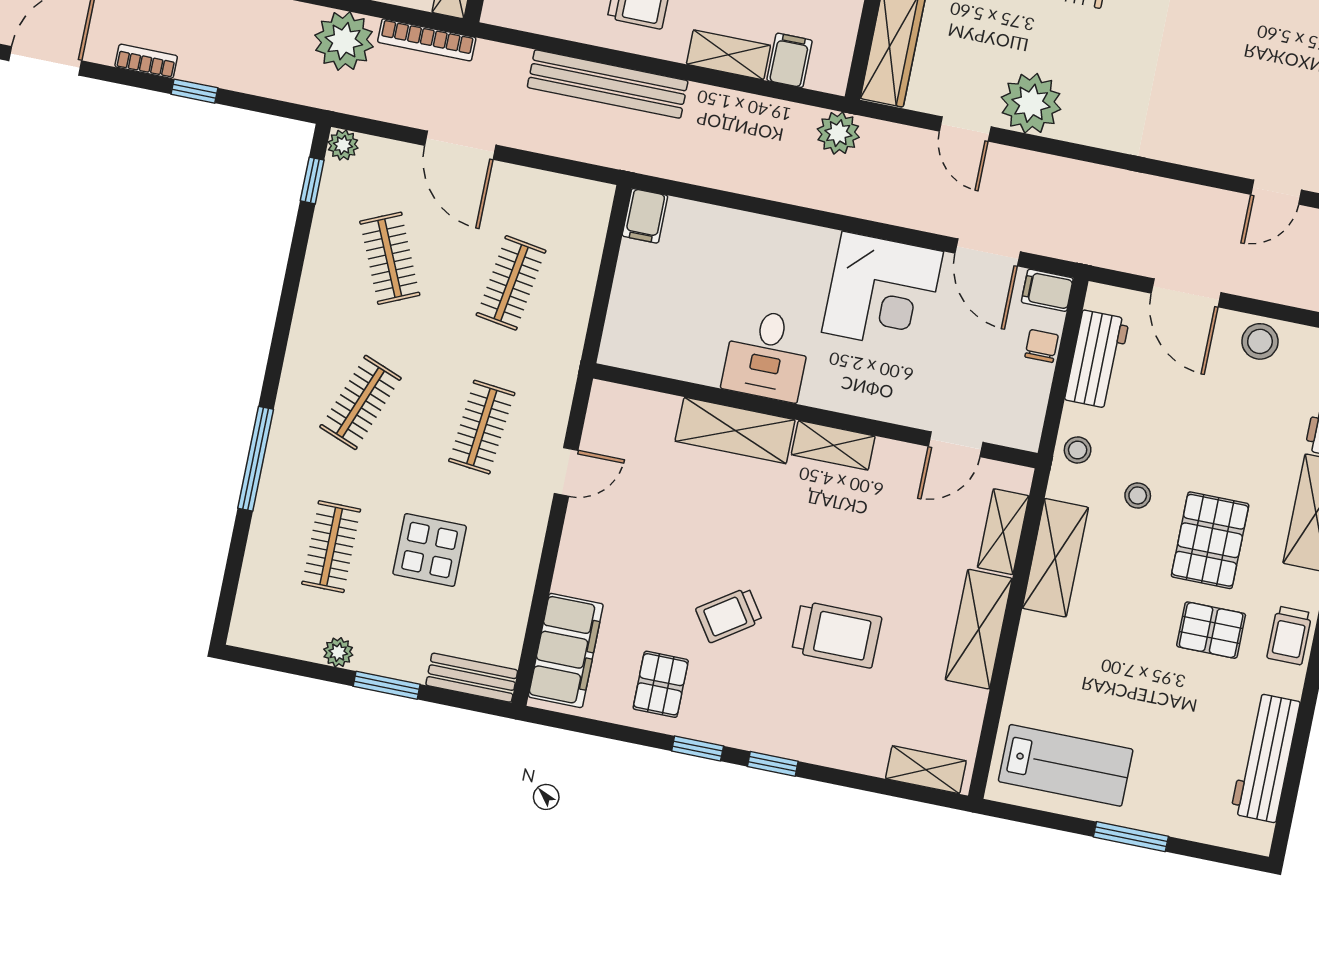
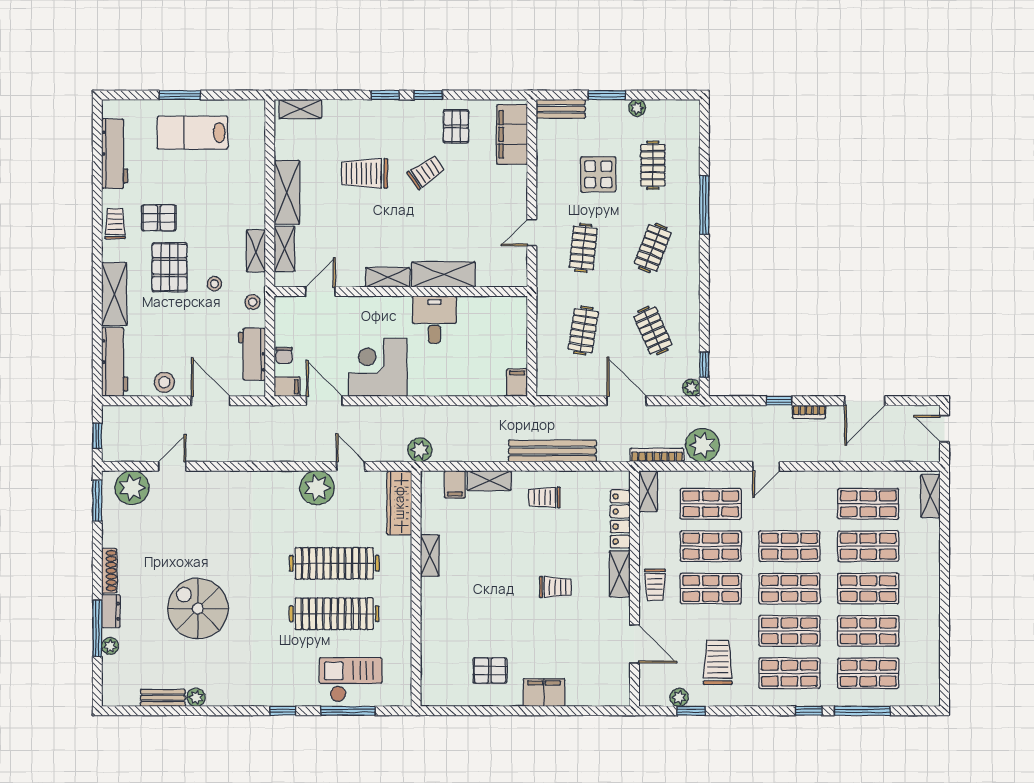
shelving: (1055, 558) -> (256, 251), width x0.67, depth x0.75
lab bench: (1066, 765) -> (192, 133), moved

